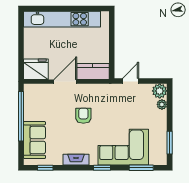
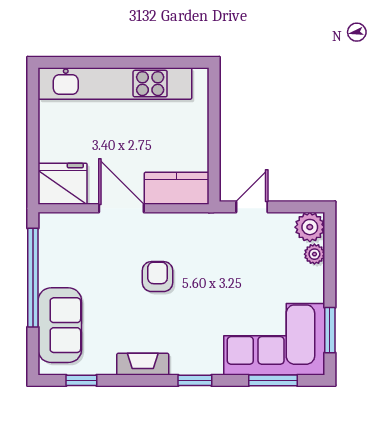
door: (65, 82) -> (121, 208), hinge flipped
corner sofa: (123, 147) -> (274, 339), moved

